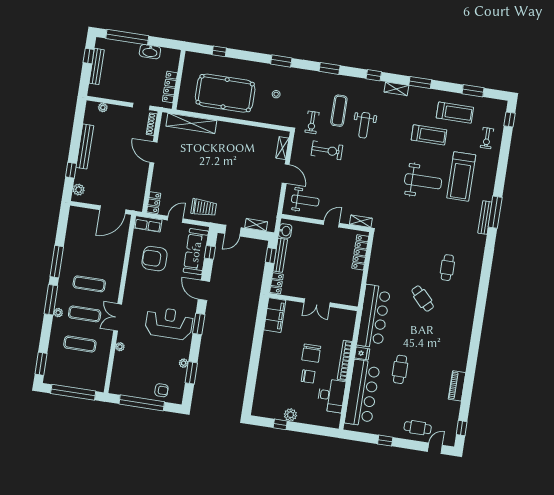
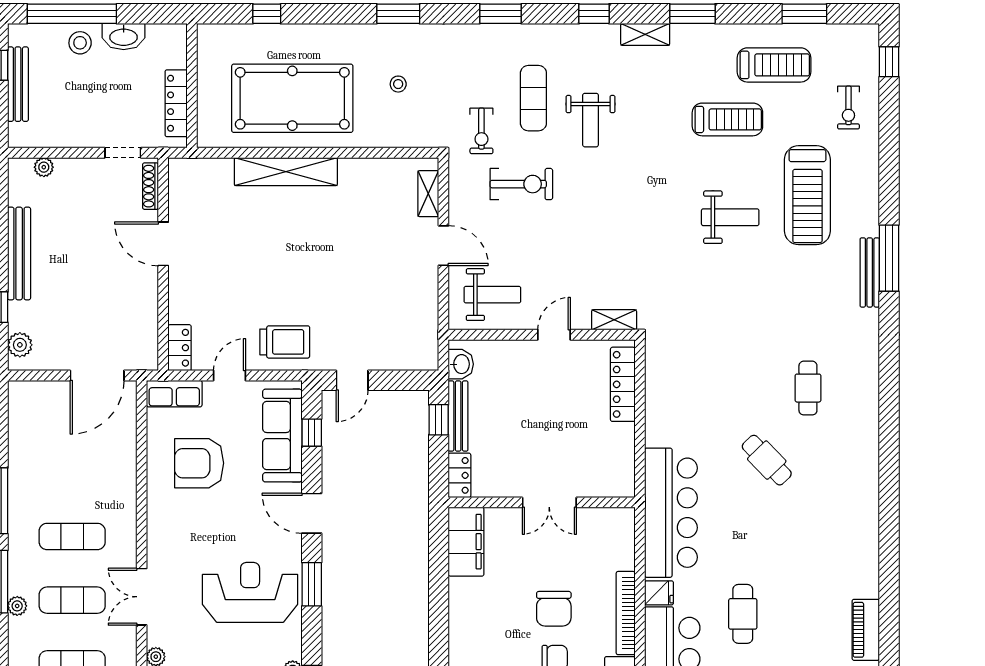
stool: (129, 51) -> (80, 43), added
shelving: (191, 123) -> (286, 172), moved
weight bench: (423, 181) -> (730, 217), width x0.73, depth x0.75
shelving: (256, 225) -> (399, 361), removed

